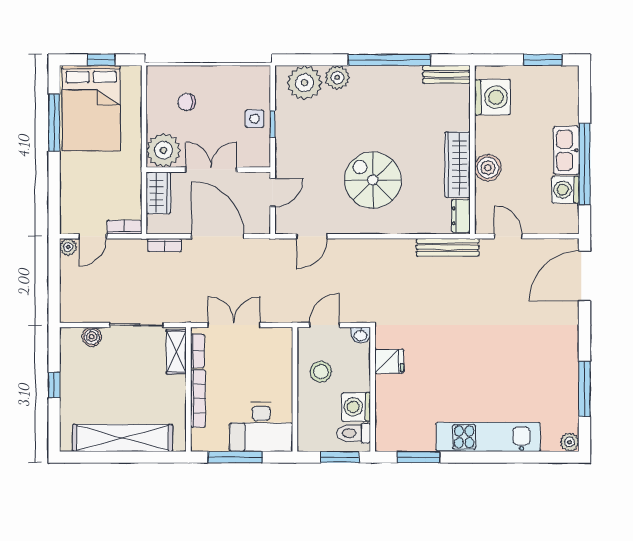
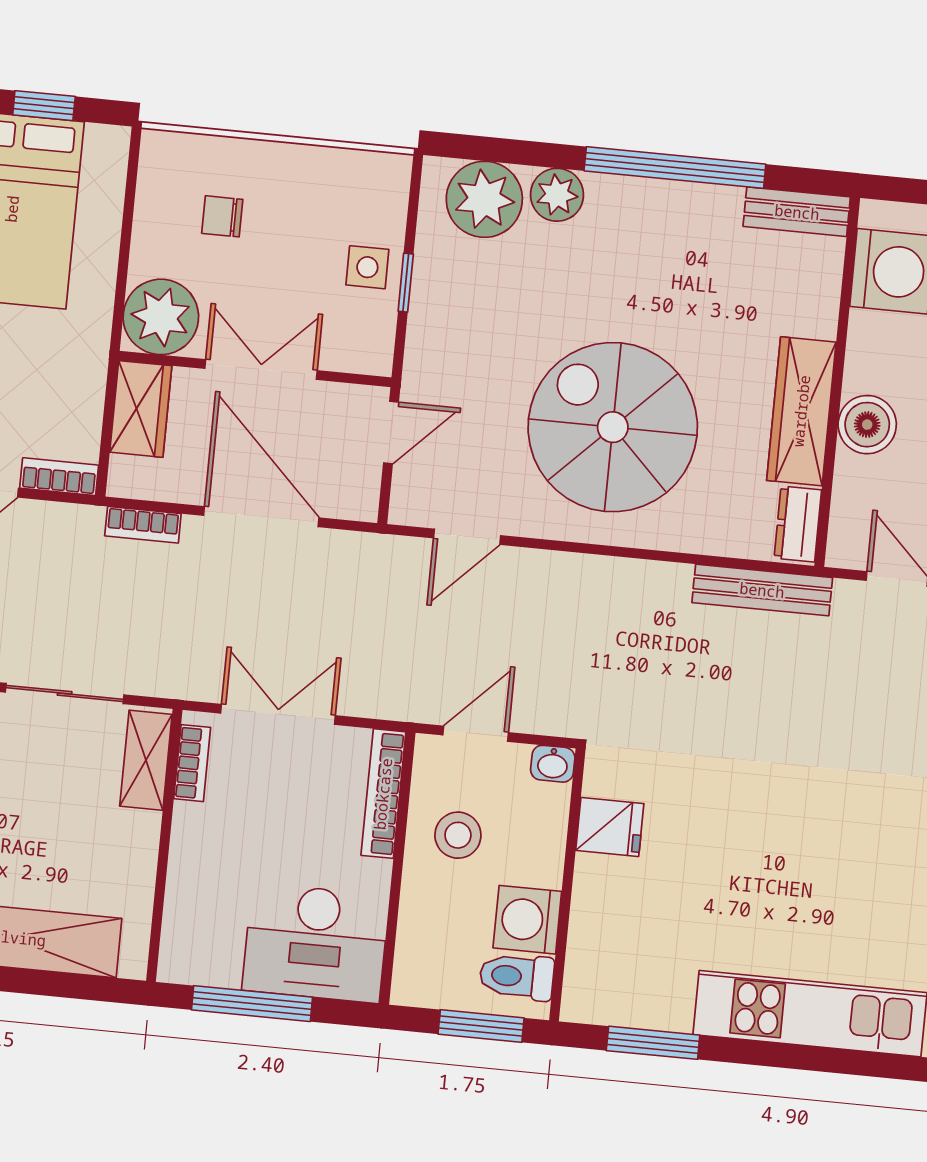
spiral stairs: (373, 180) -> (613, 427), width x1.37, depth x1.37
bookcase: (198, 399) -> (383, 794), moved, turned 180

